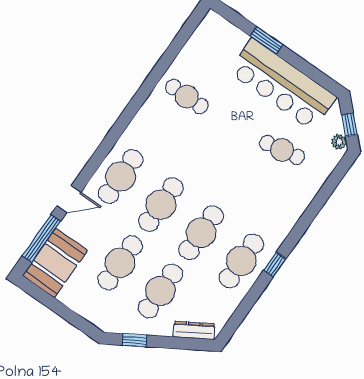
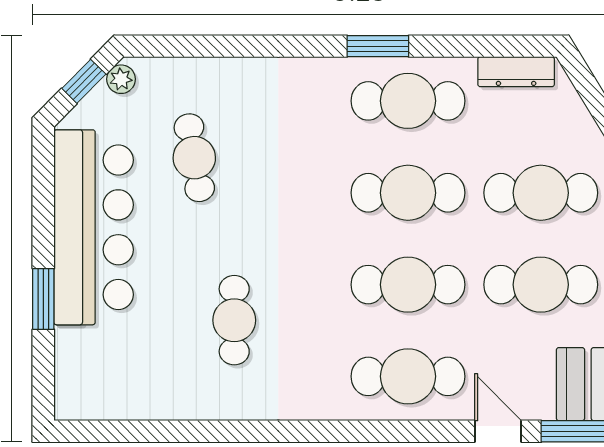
cafe table: (187, 97) -> (234, 320), moved
window: (275, 265) -> (378, 46), width x1.50
dresser: (194, 330) -> (516, 72), moved, turned -59

